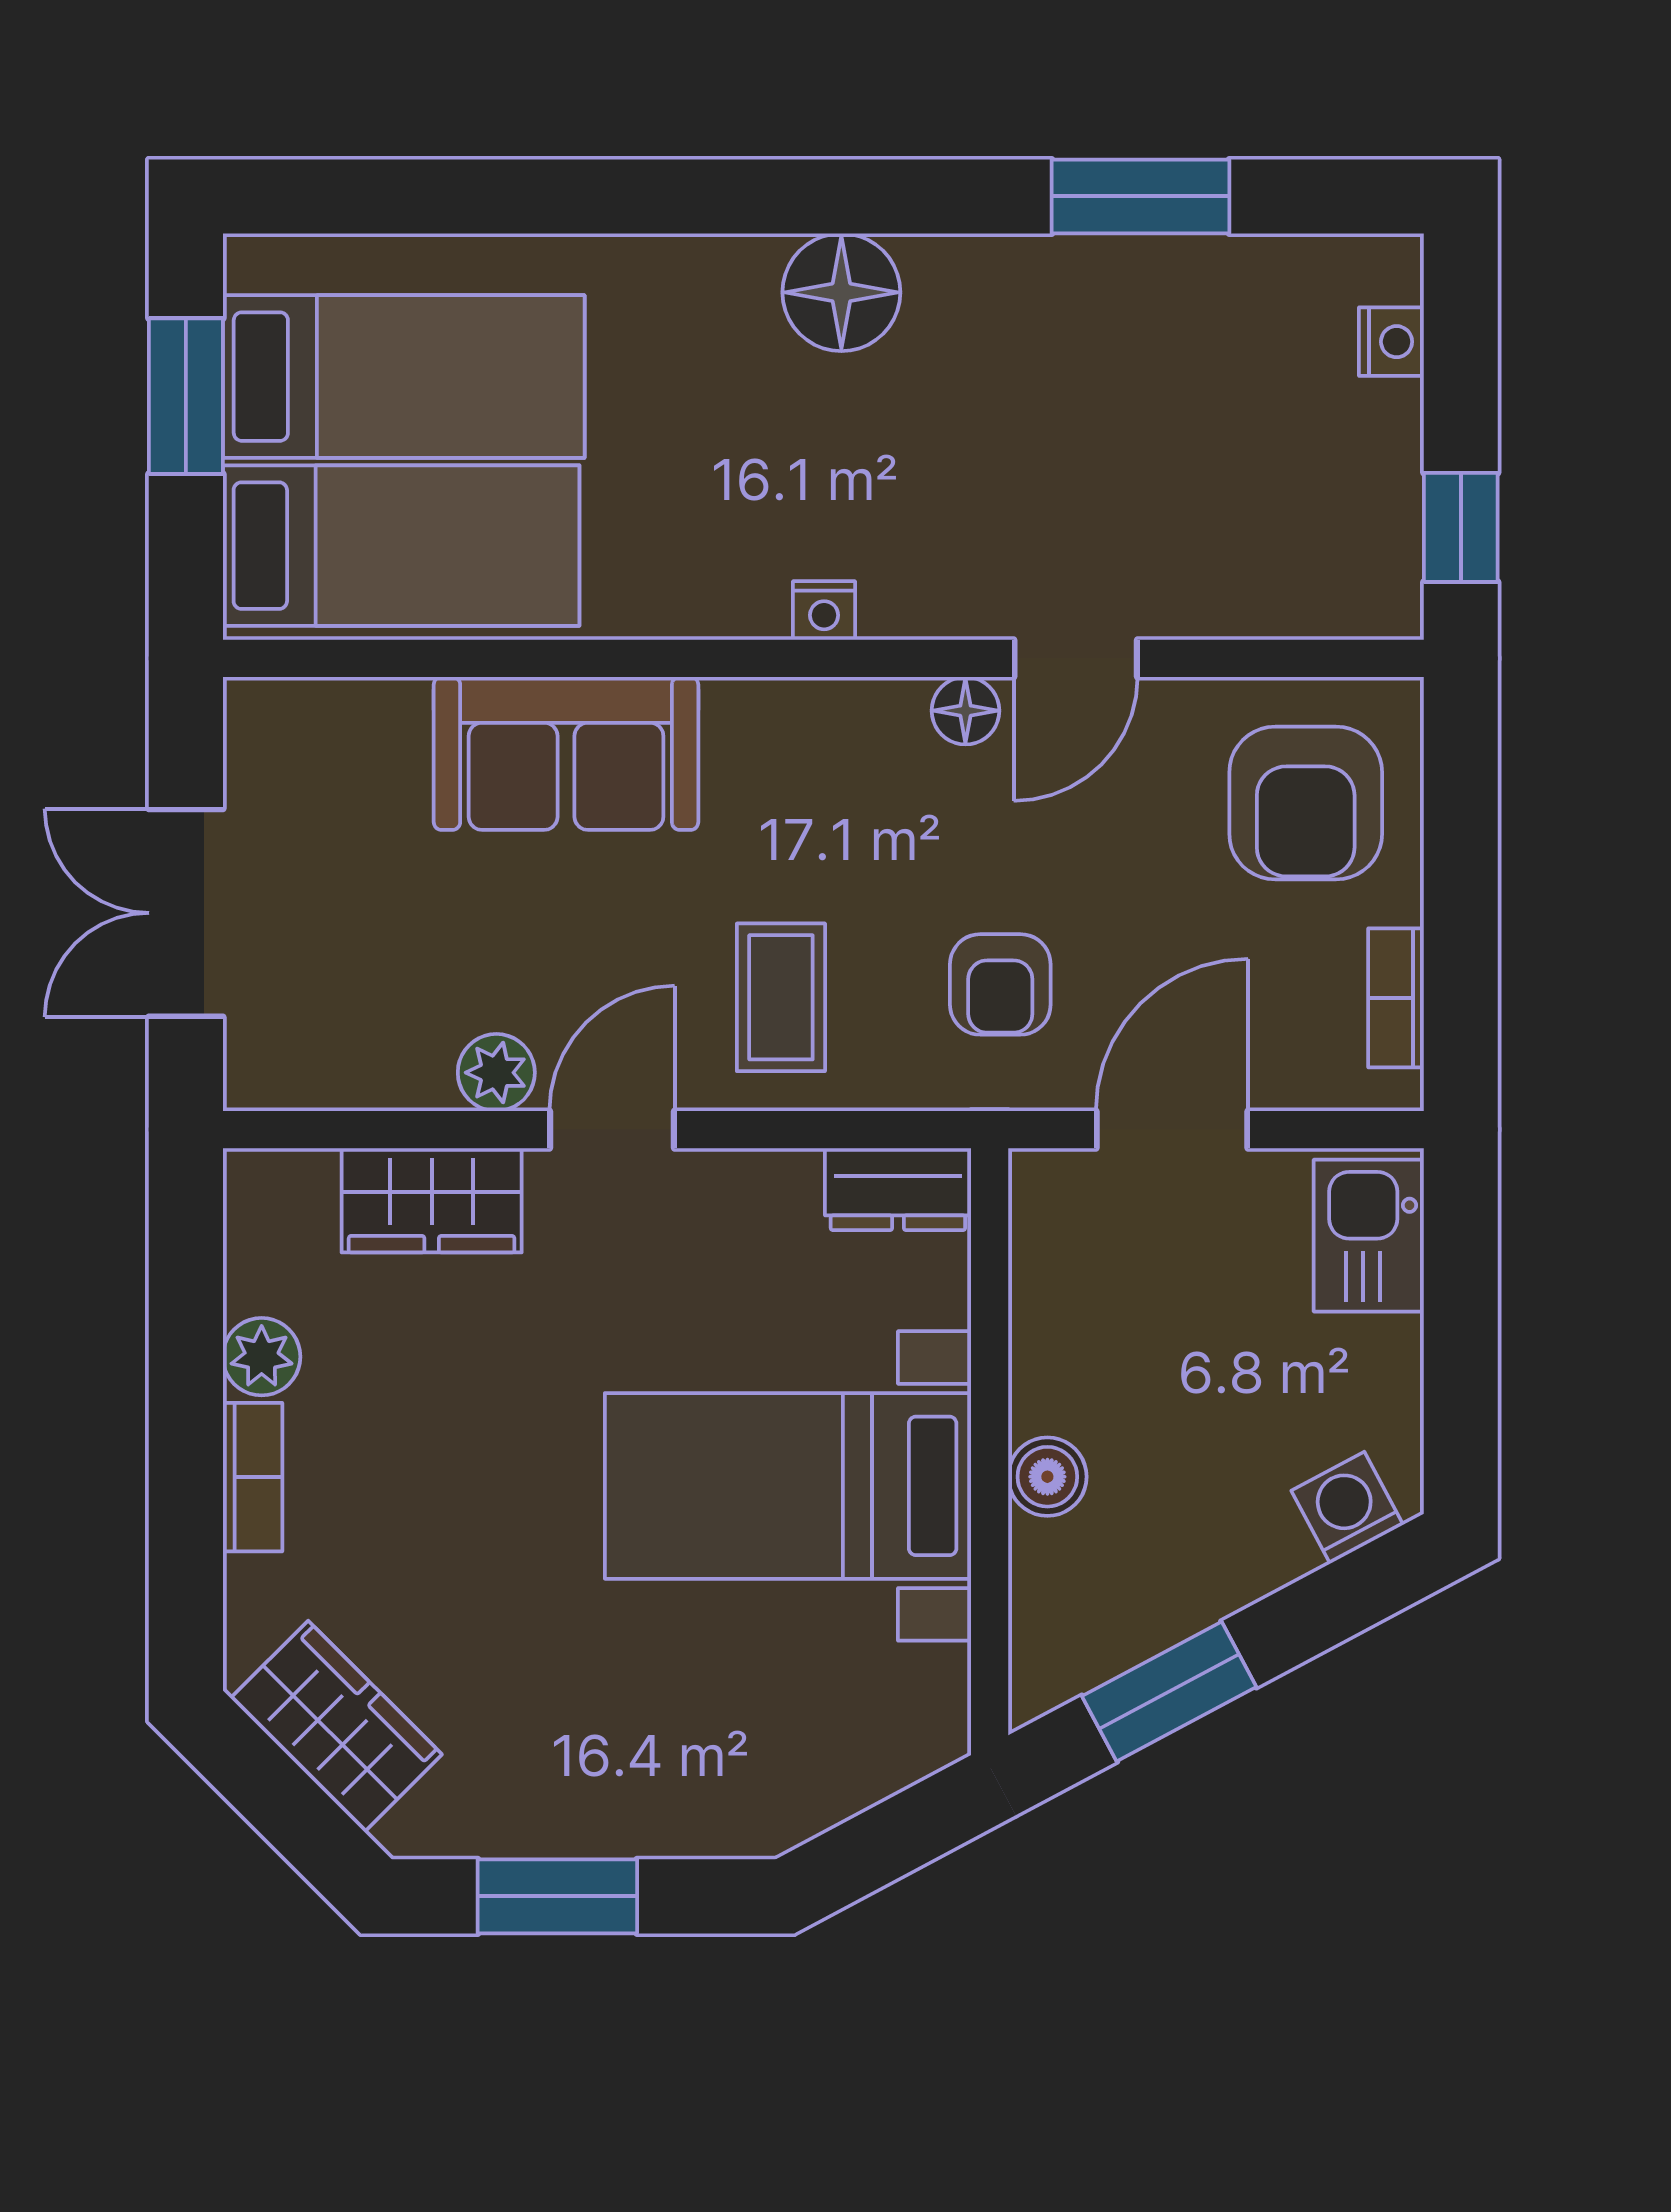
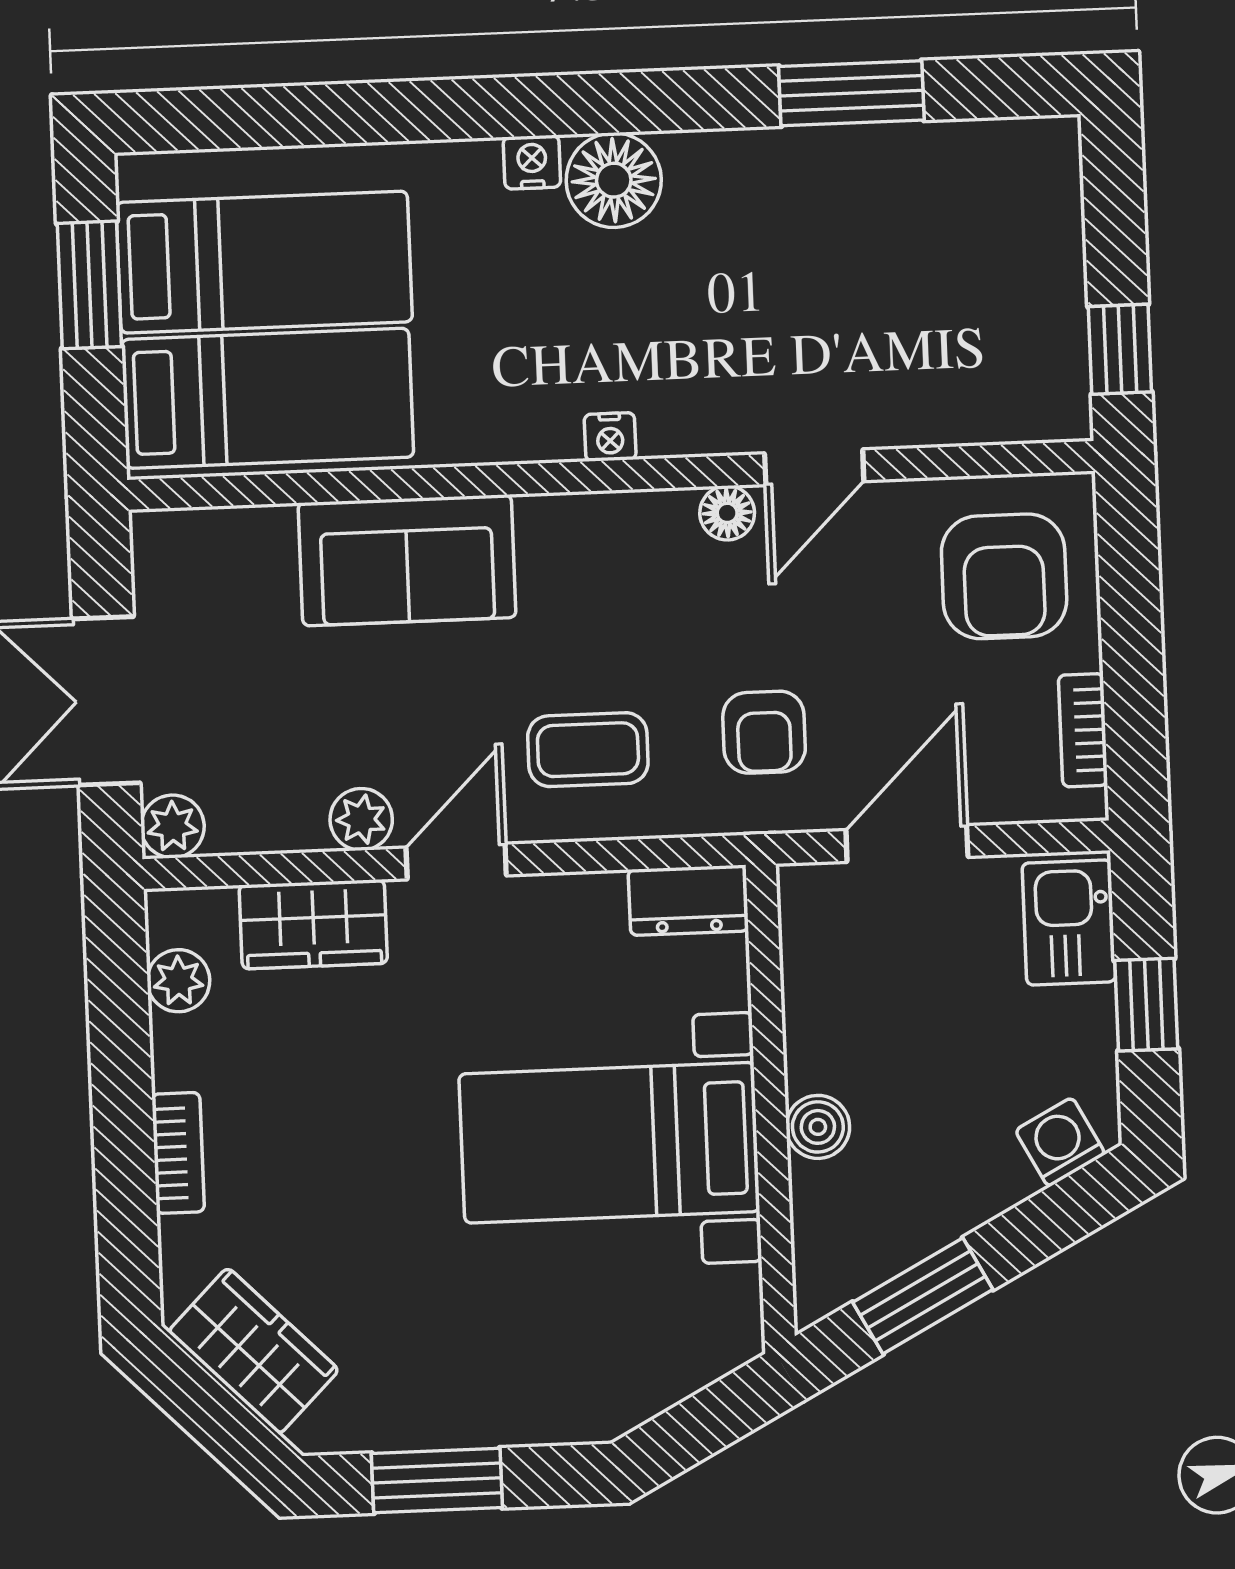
nightstand: (1391, 342) -> (532, 162), moved, turned -90
coffee table: (781, 997) -> (588, 750), turned 90
plant: (262, 1072) -> (173, 826), added
window: (1461, 1341) -> (1146, 1005), added
plant: (262, 1357) -> (178, 981), moved

